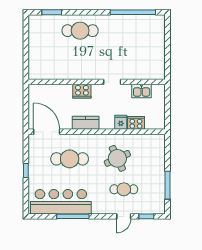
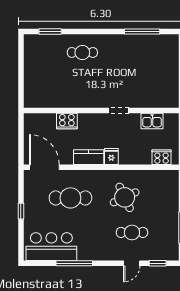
window: (133, 12) -> (142, 32), width x0.68
cafe table: (80, 31) -> (82, 52), width x0.73, depth x0.74
cooker: (82, 91) -> (67, 121), moved
fridge: (121, 122) -> (111, 156), moved
cooker: (136, 123) -> (162, 157), moved
bar counter: (61, 202) -> (51, 247), width x0.73

